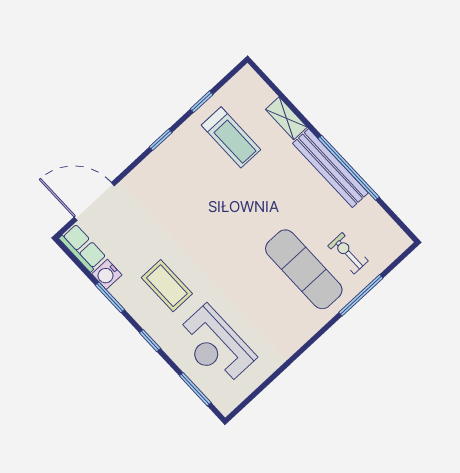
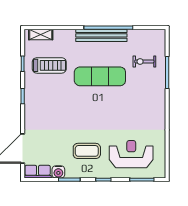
shelving: (286, 118) -> (41, 34), moved
exercise mat: (304, 269) -> (100, 76), moved
reception desk: (215, 346) -> (131, 154), turned 180

